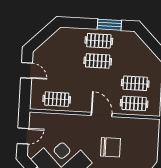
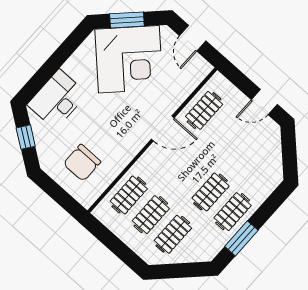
clothes rail: (136, 63) -> (173, 234), added
door: (102, 115) -> (163, 128), moved
chair: (110, 147) -> (82, 163), moved

